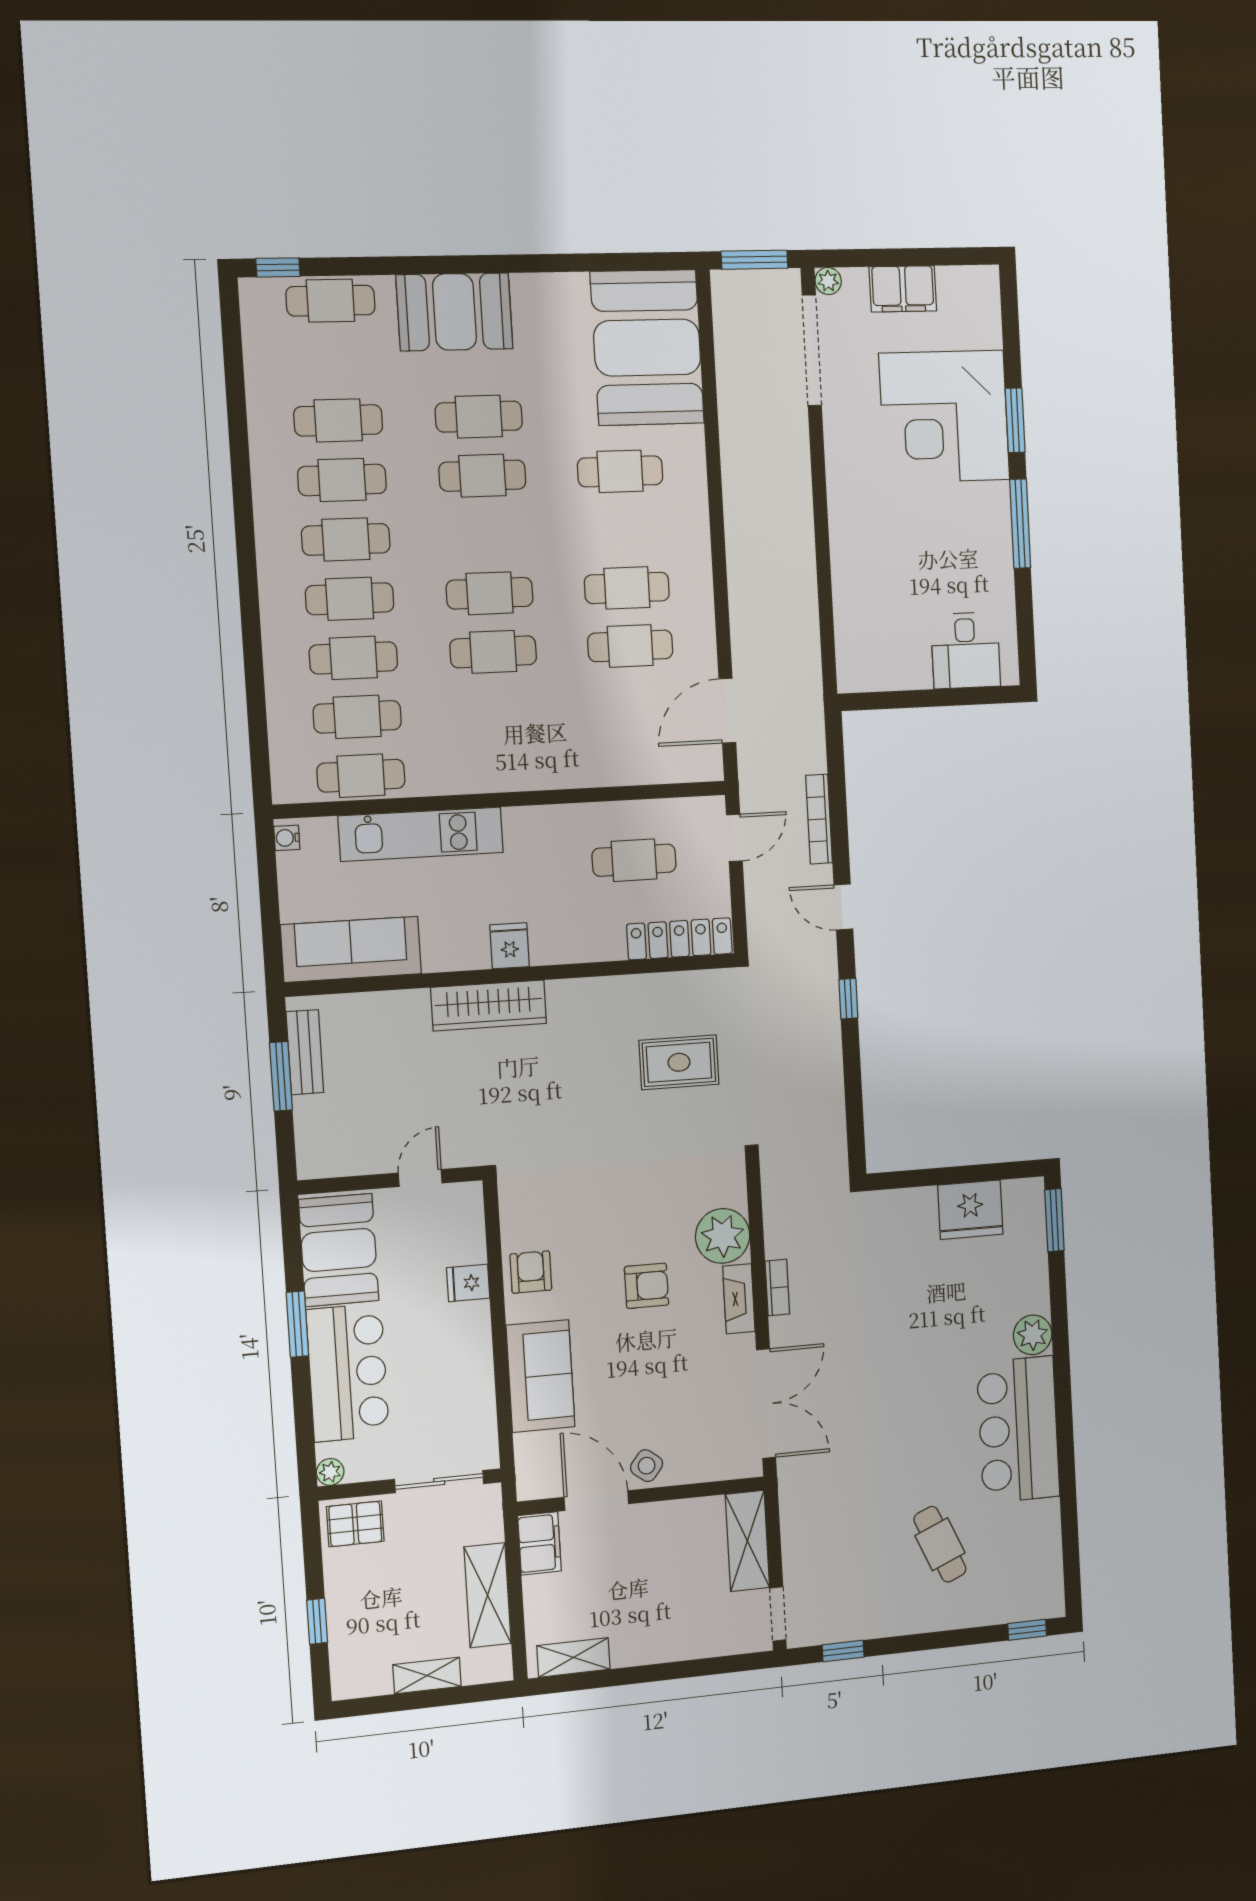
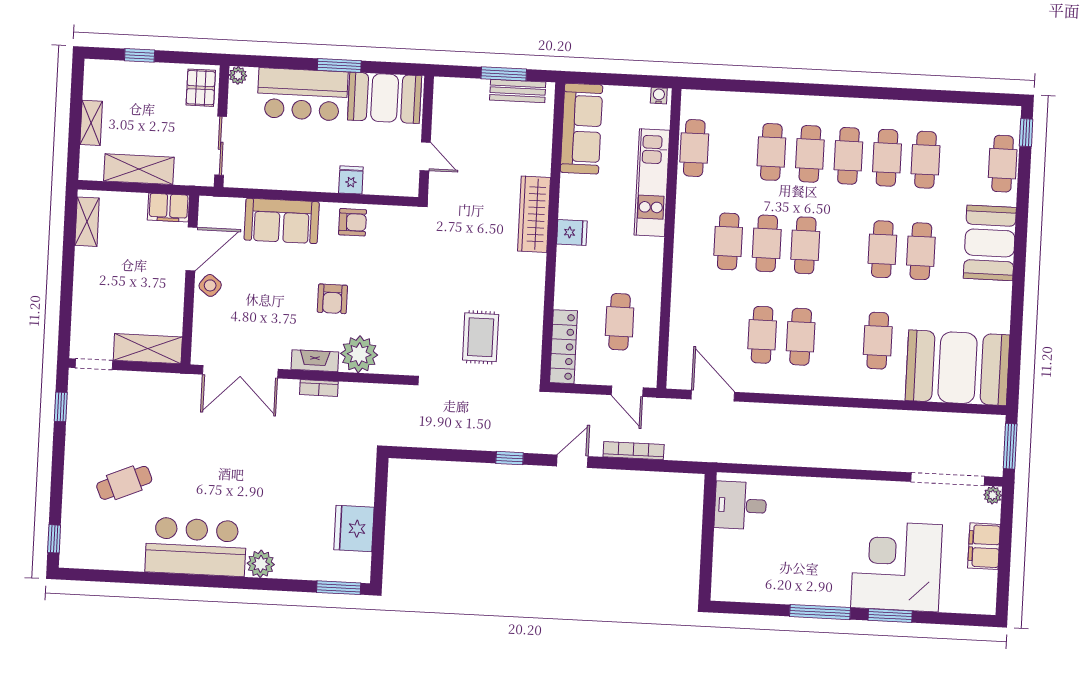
desk: (966, 650) -> (741, 505), moved
cafe table: (357, 717) -> (728, 241), moved

